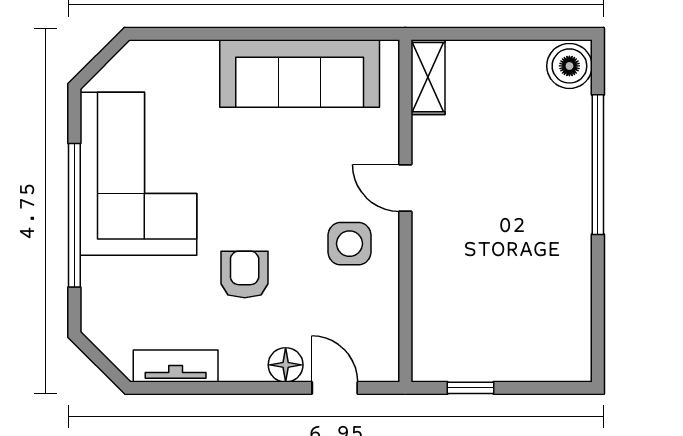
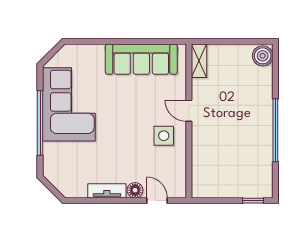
window: (598, 165) -> (275, 130), moved
armchair: (245, 274) -> (117, 150), removed
tv unit: (176, 366) -> (107, 191), moved
window: (471, 388) -> (253, 201), moved

